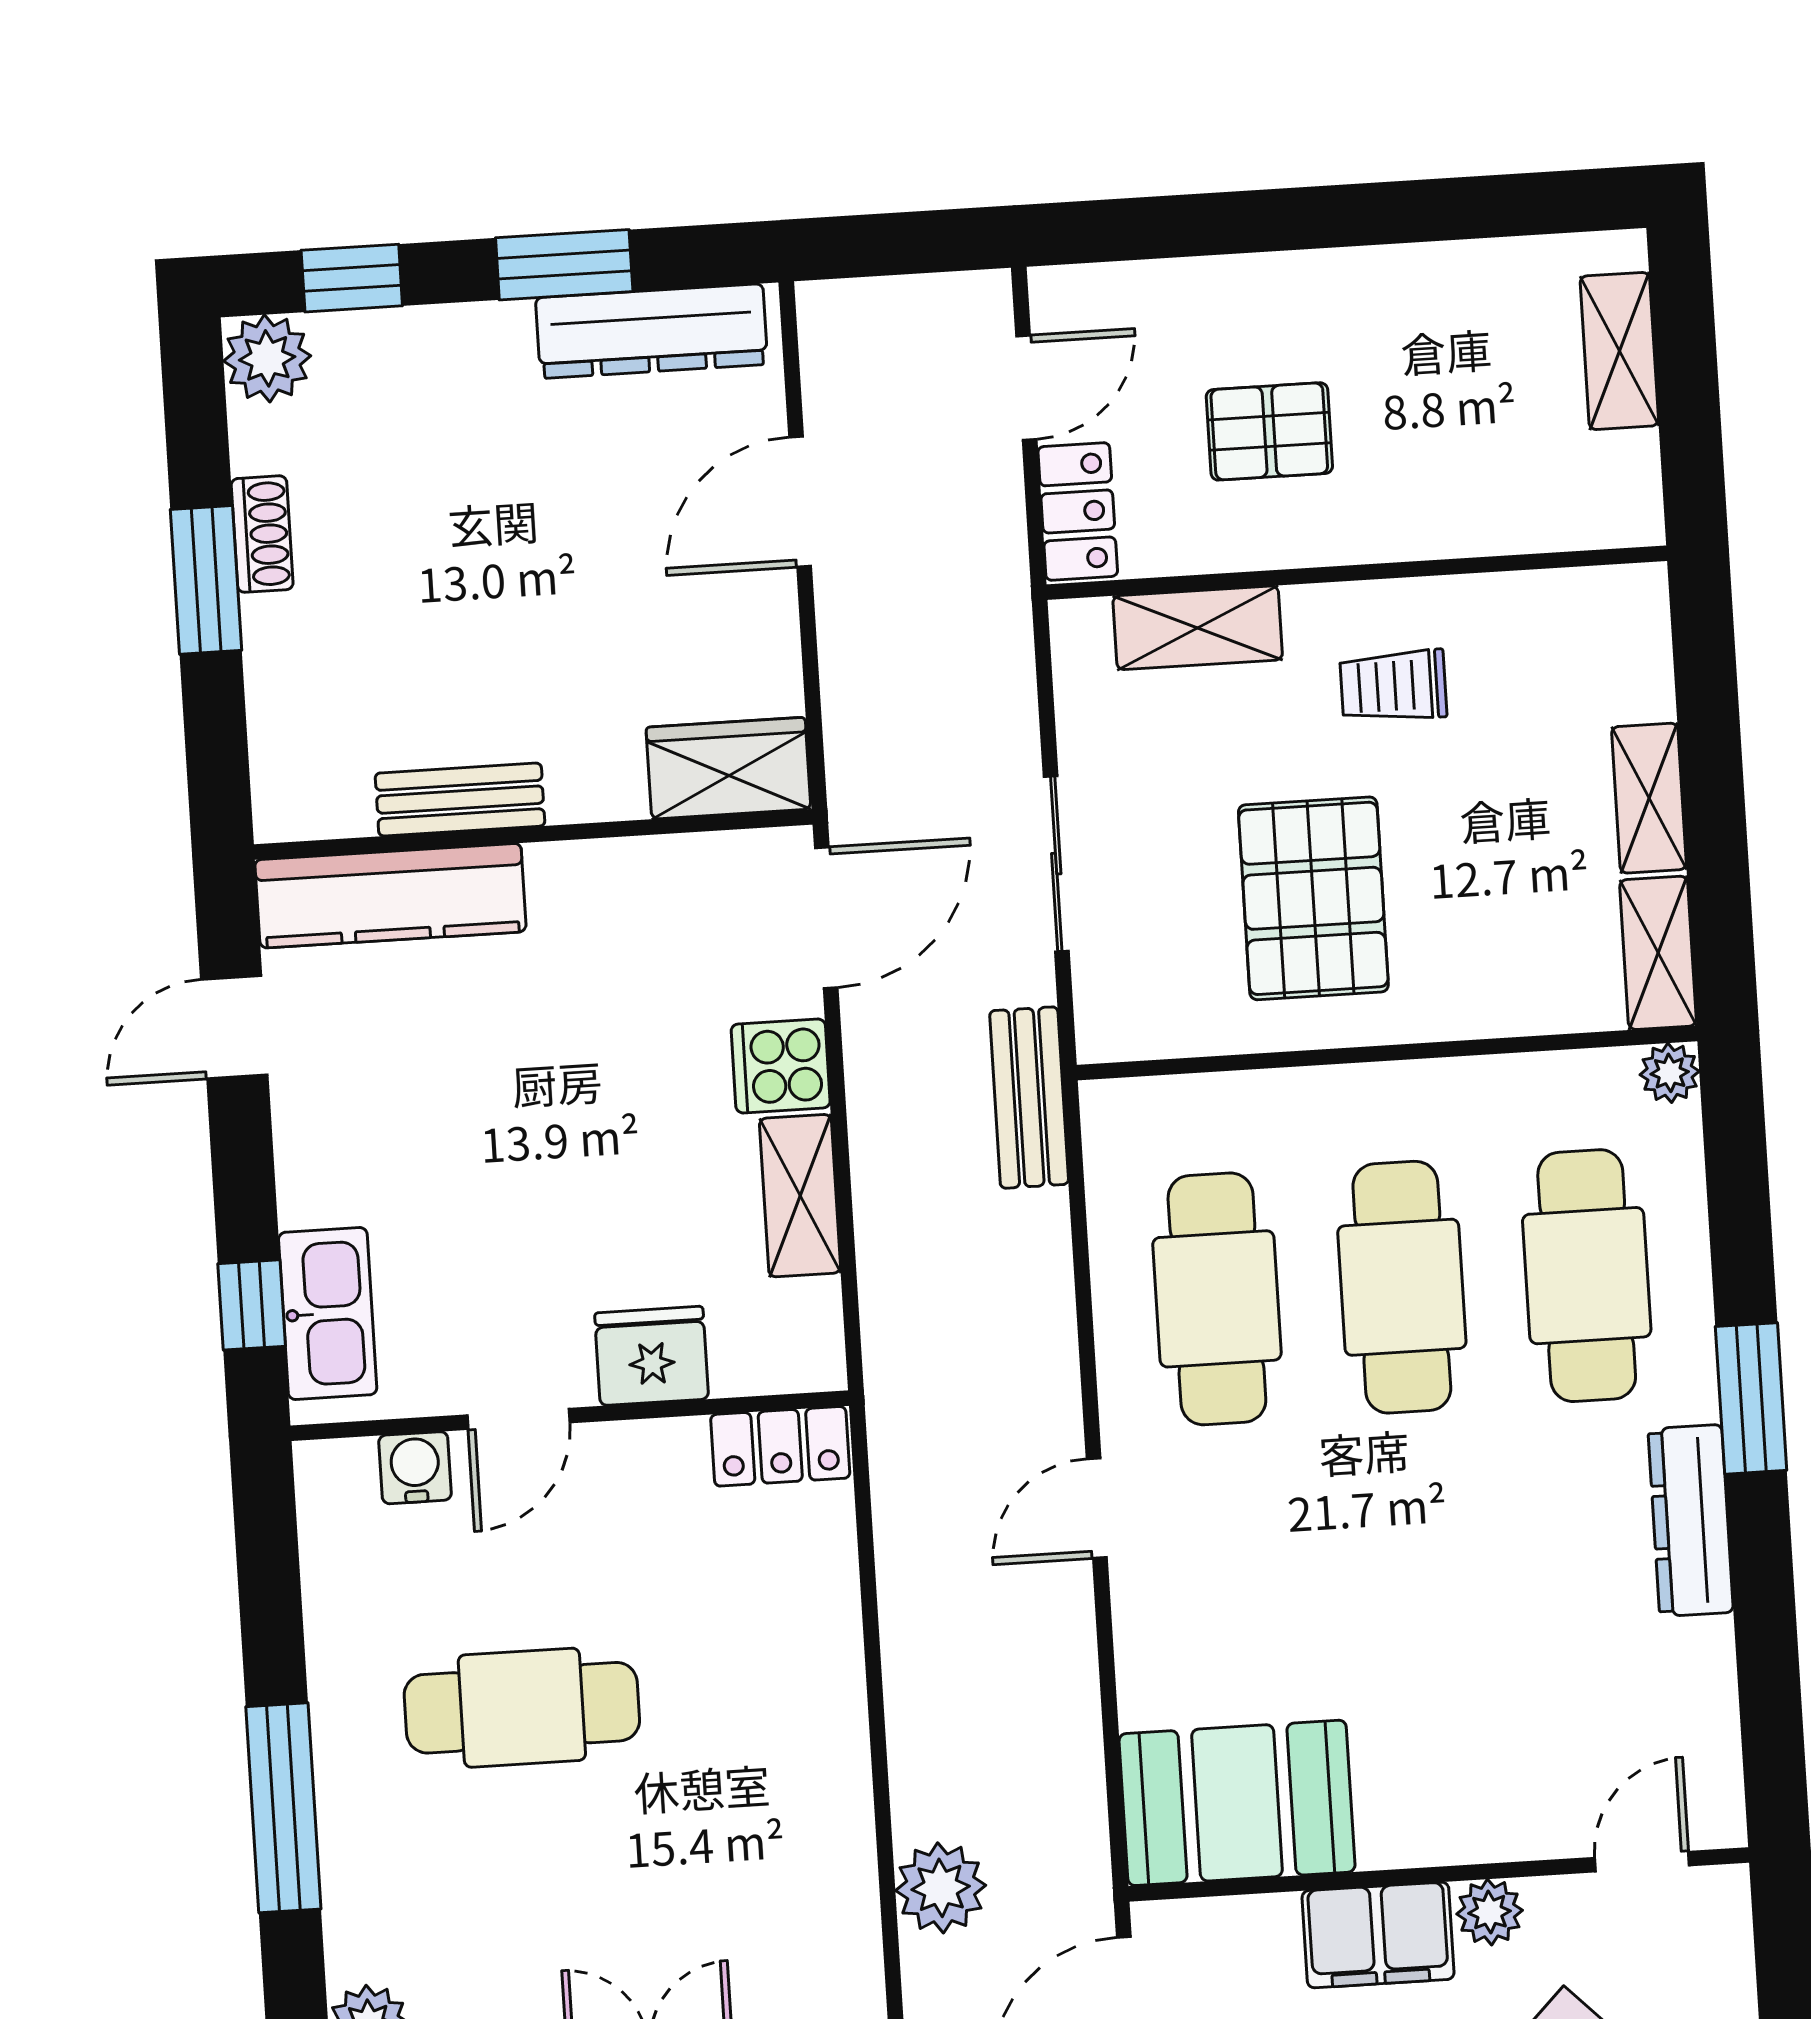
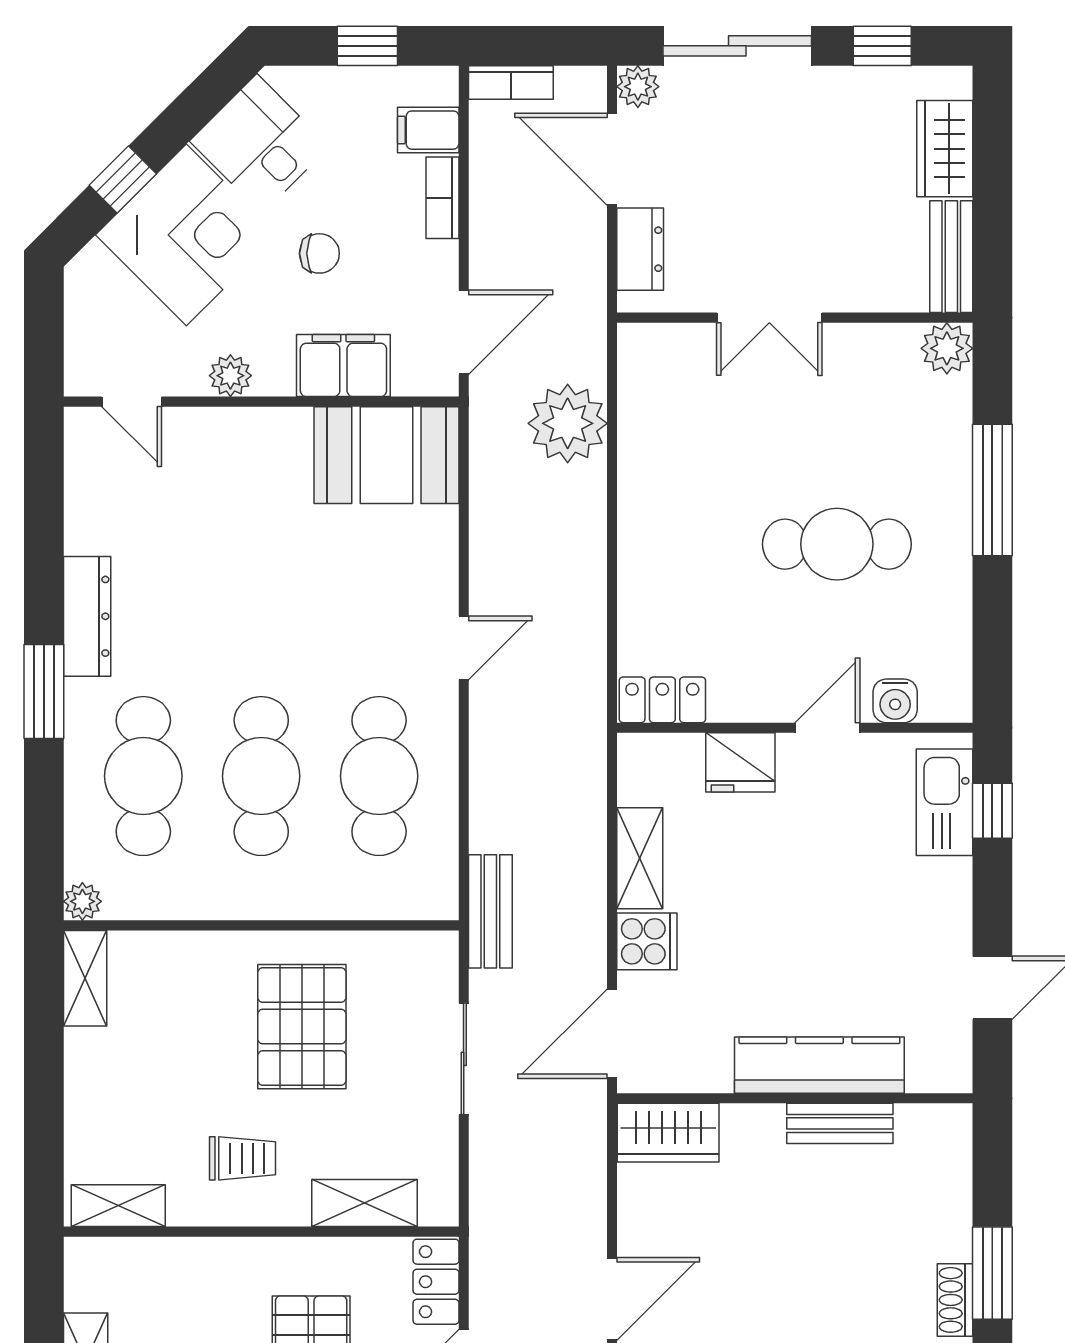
shelving: (1649, 798) -> (118, 1206), moved, turned 90
kitchen counter: (391, 896) -> (819, 1065), moved
door: (1642, 1862) -> (132, 402), hinge flipped
plant: (941, 1888) -> (568, 423), width x1.36, depth x1.36
filing cabinet: (1378, 1935) -> (343, 366), moved

